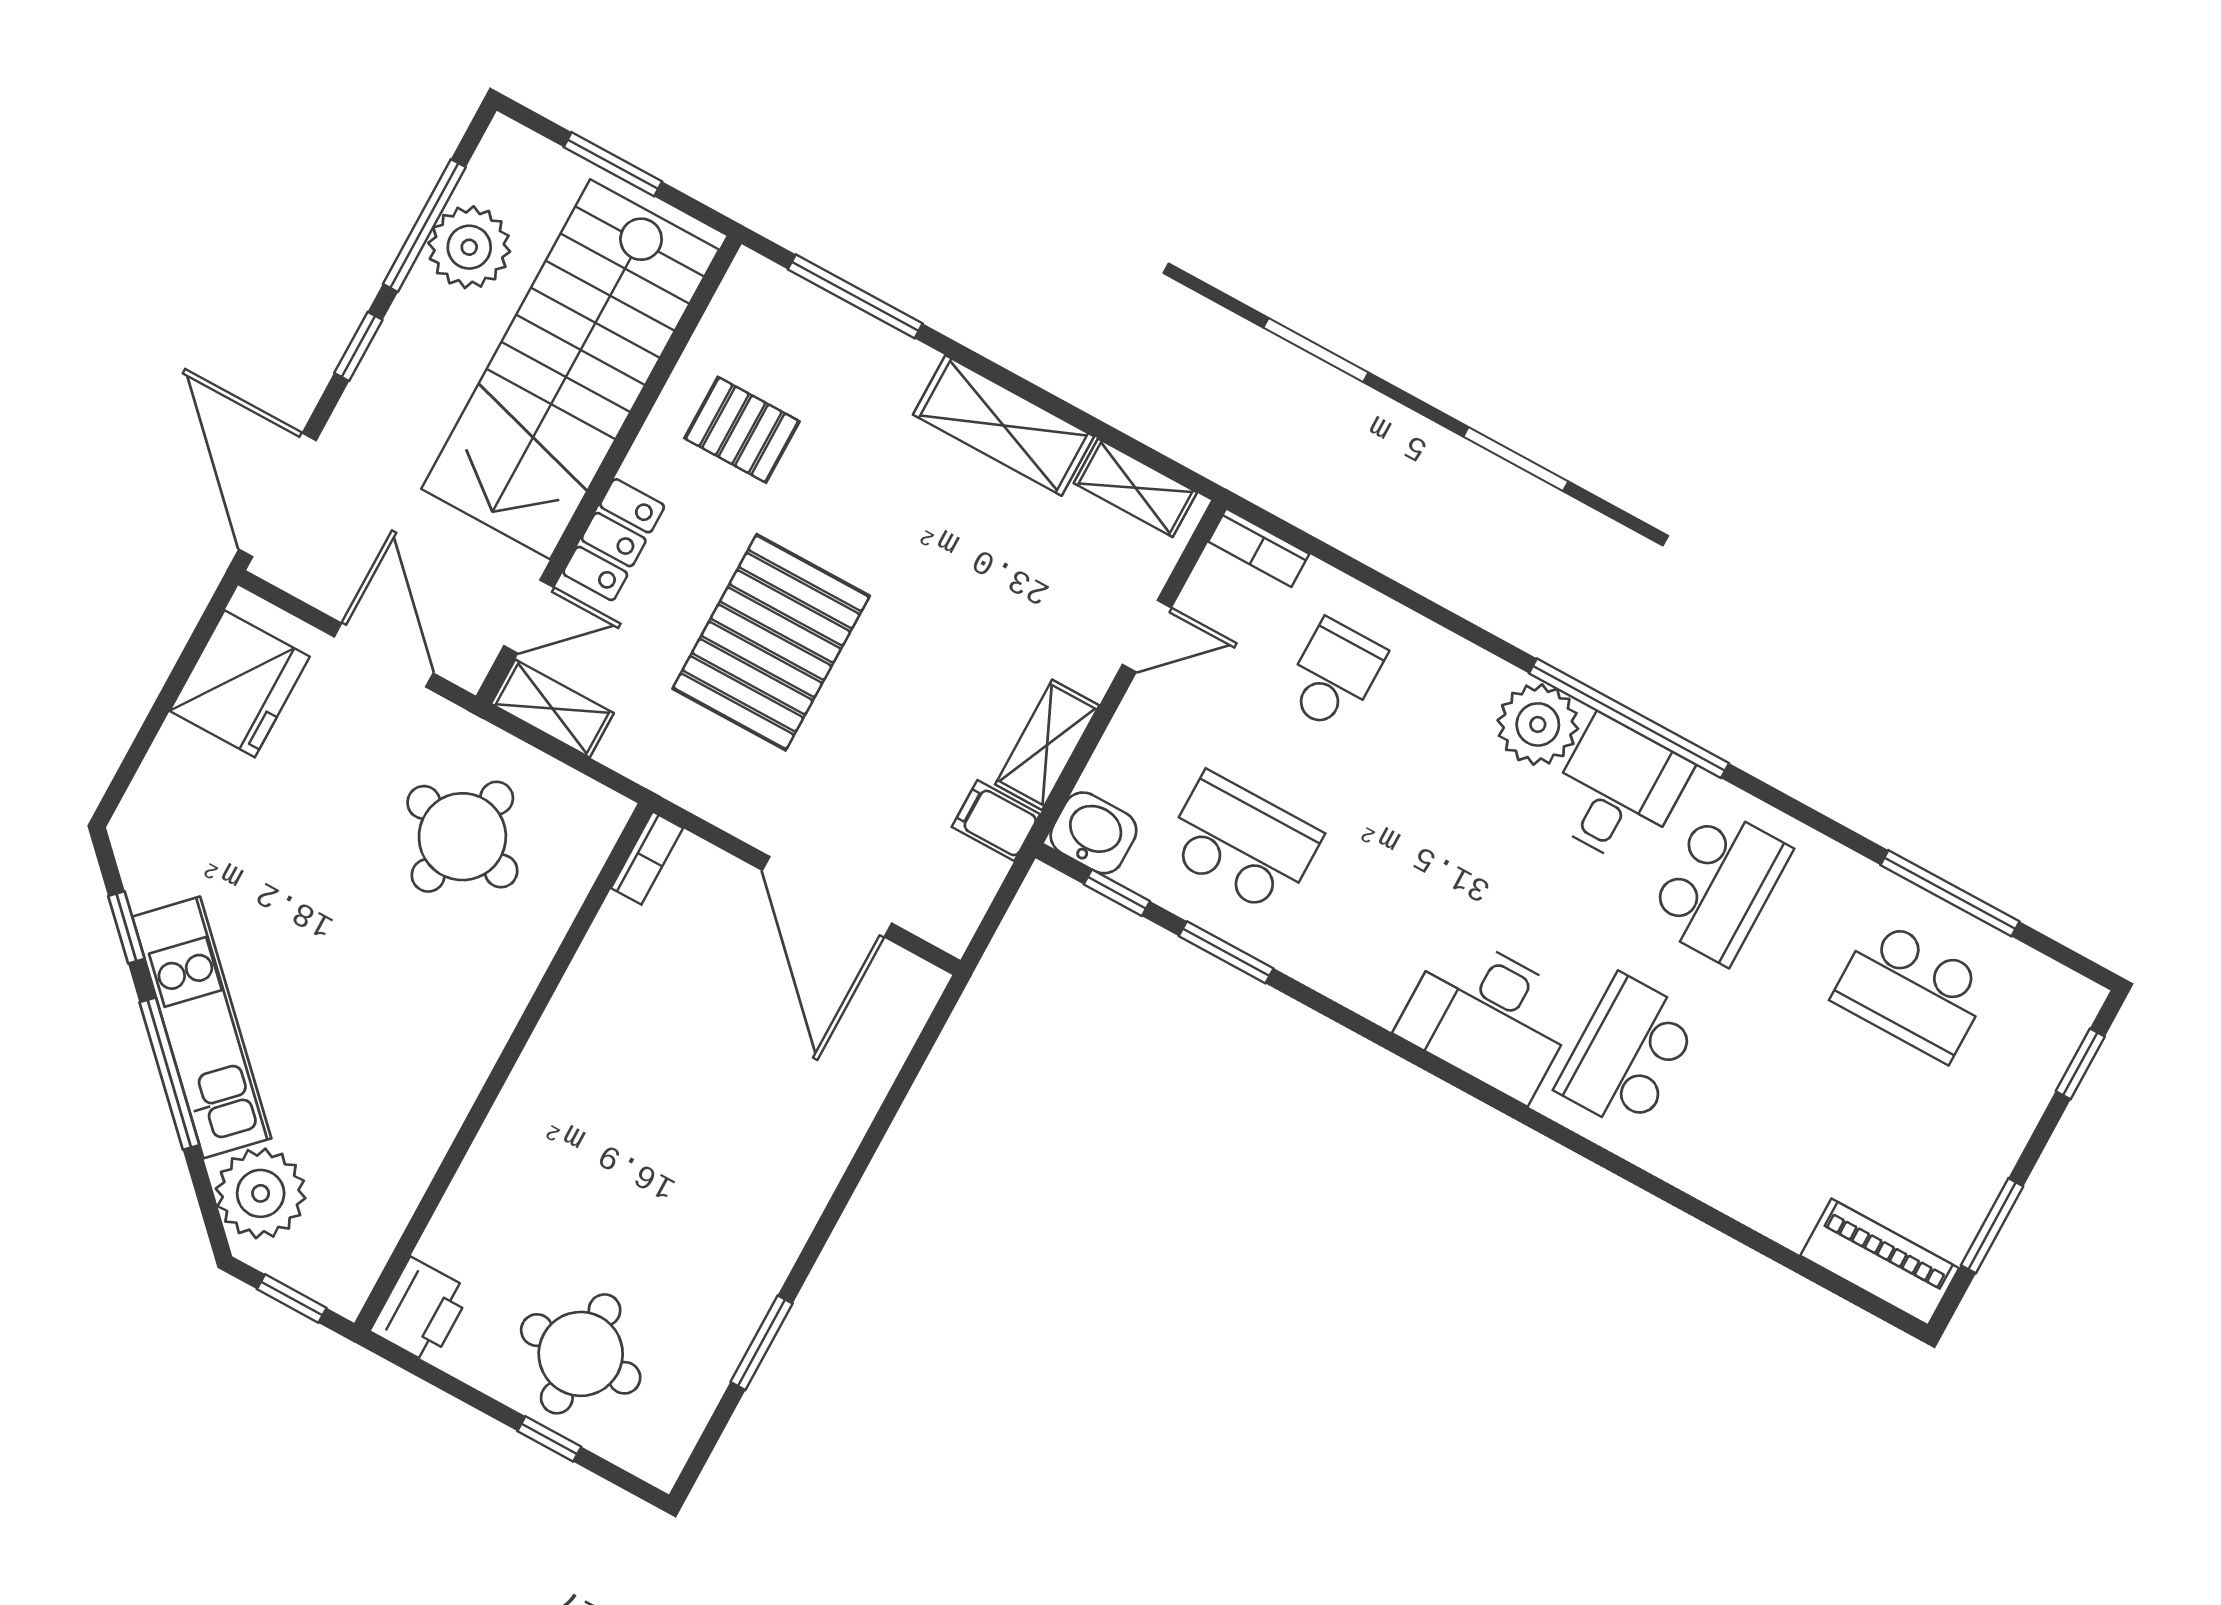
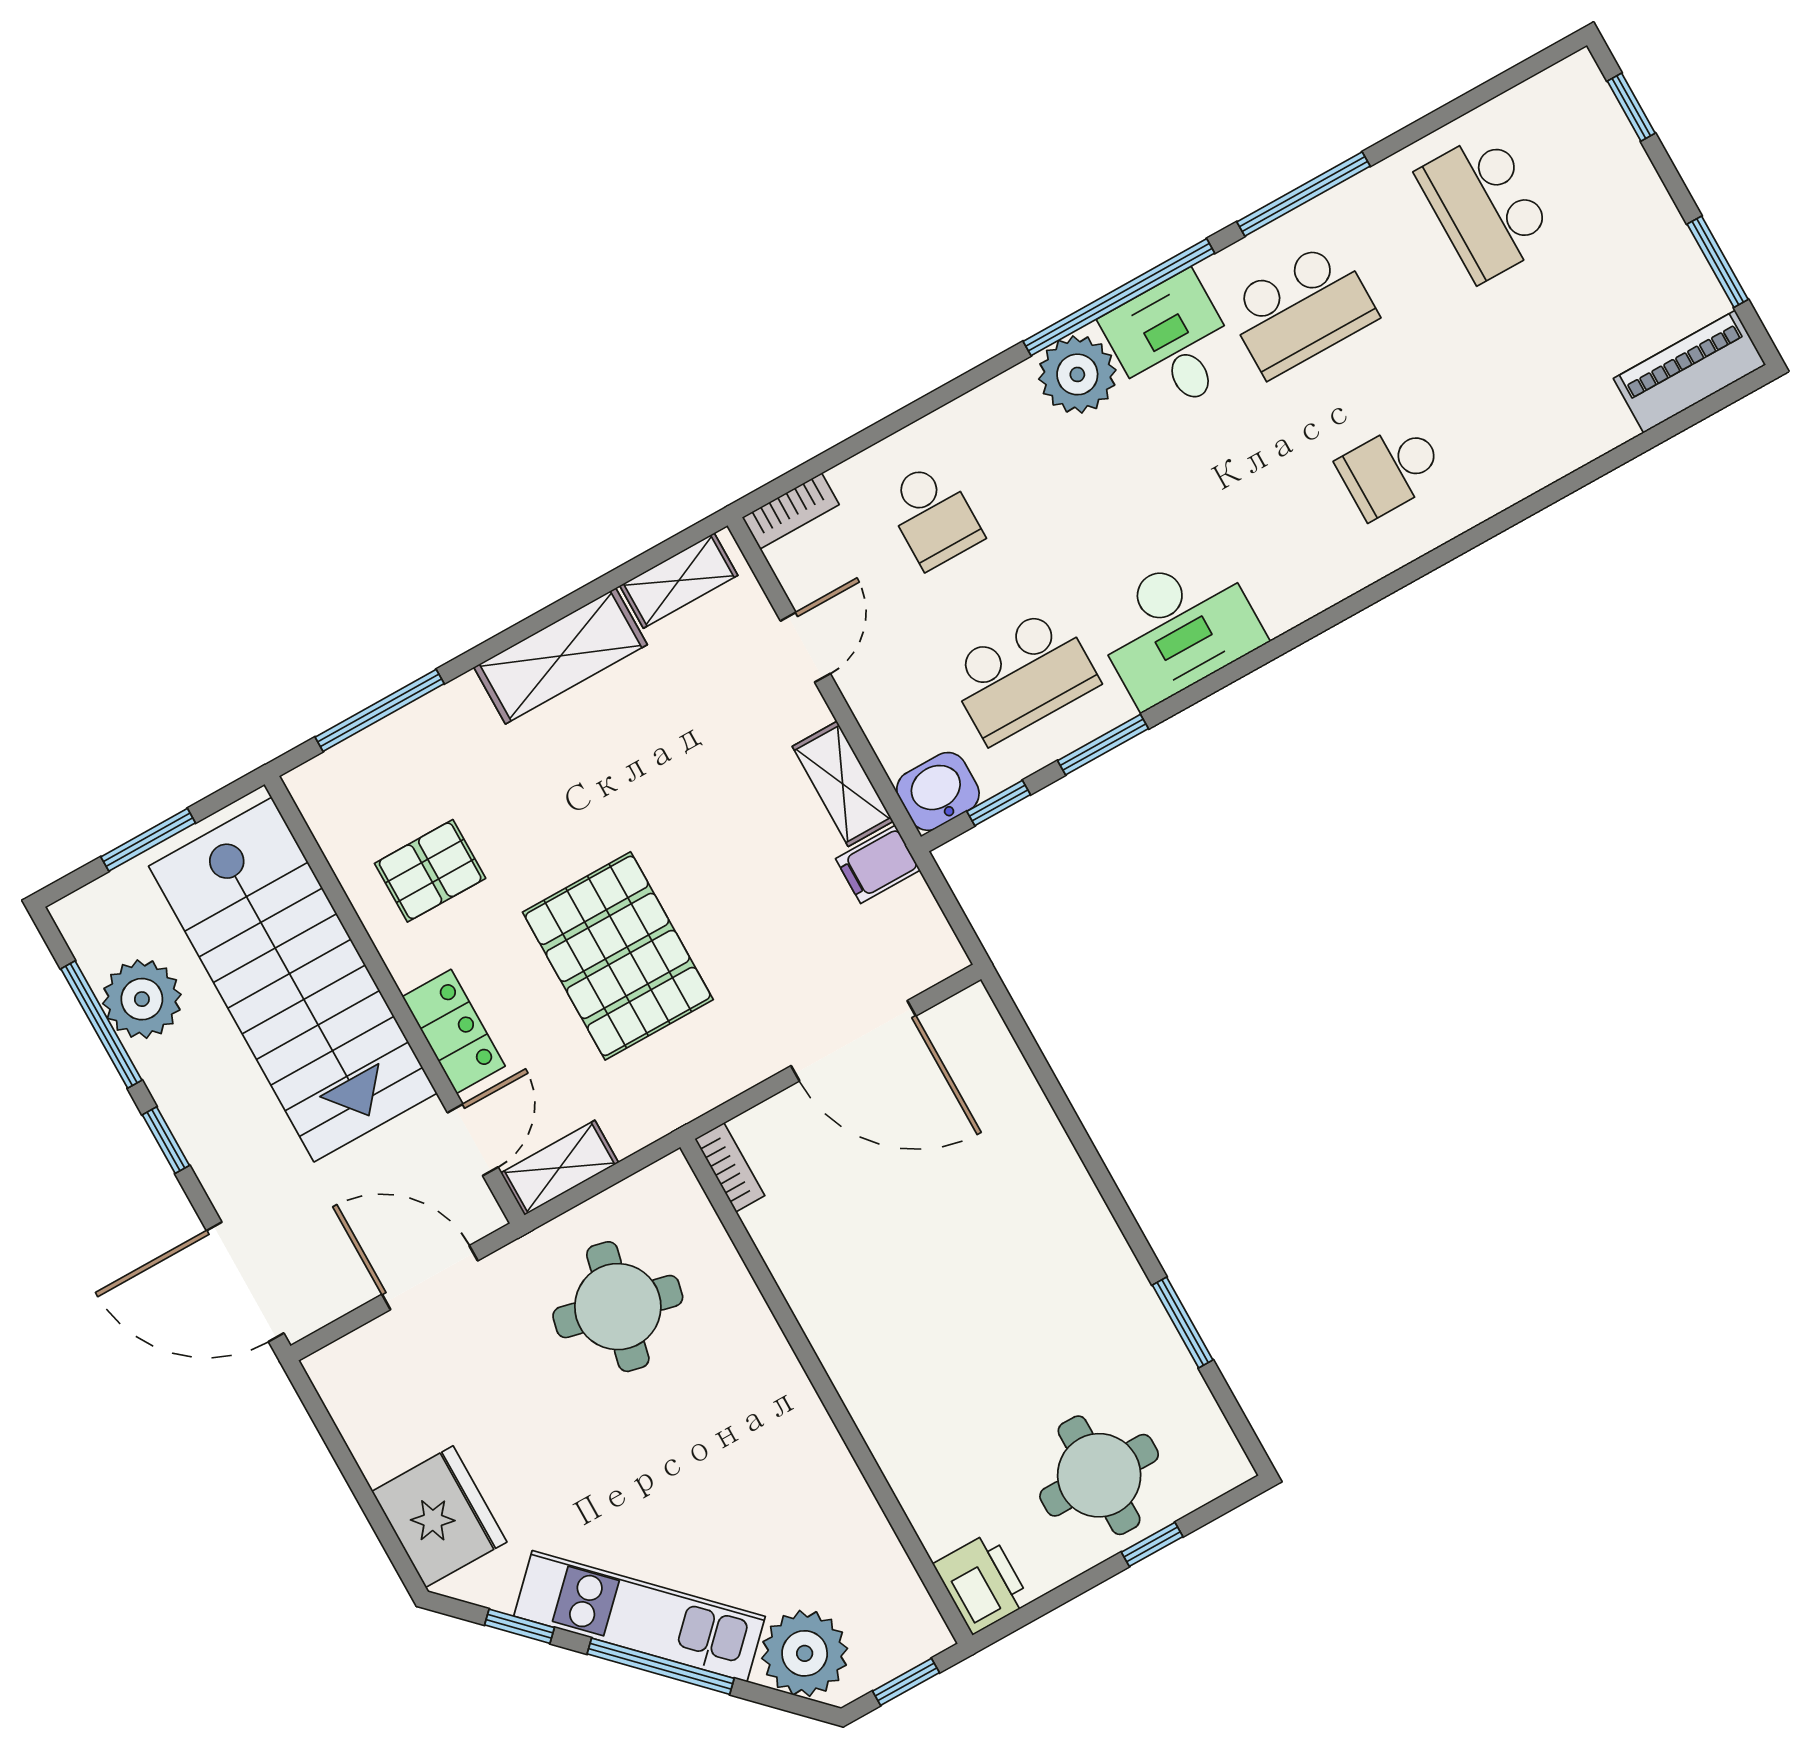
school desk: (1334, 675) -> (933, 515), turned 180
fridge: (240, 684) -> (439, 1517), moved
school desk: (1242, 843) -> (1023, 676), turned 180
school desk: (1719, 885) -> (1301, 309), turned 90
window: (1950, 893) -> (1304, 194), moved
school desk: (1912, 990) -> (1485, 206), turned 90
desk: (1489, 1017) -> (1177, 627), moved
school desk: (1628, 1053) -> (1391, 470), width x0.54

